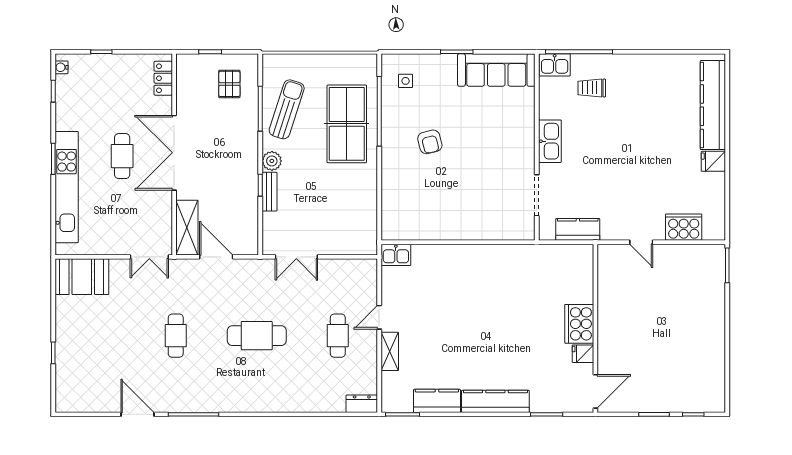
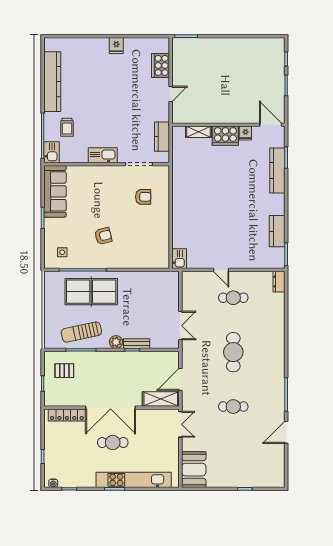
locker: (163, 78) -> (67, 415), width x1.53
kitchen counter: (713, 105) -> (52, 82), moved, turned -90
sun lounger: (287, 109) -> (81, 332), turned -30
armchair: (488, 201) -> (143, 197), added
shelving: (390, 351) -> (198, 132), moved
kitchen counter: (495, 401) -> (277, 171), moved

